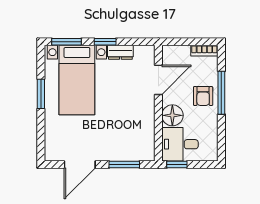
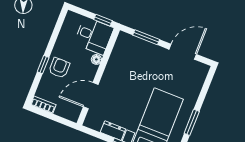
window: (221, 93) -> (43, 65), width x0.46
floor lamp: (172, 115) -> (96, 59), width x0.53, depth x0.53

